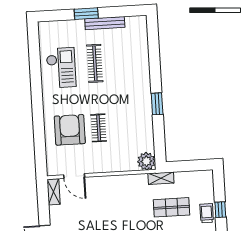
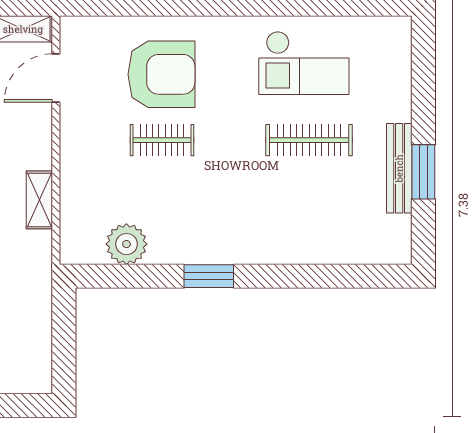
window: (86, 14) -> (423, 172), moved
plant: (146, 161) -> (126, 244), moved
shelving: (161, 178) -> (39, 200), moved

